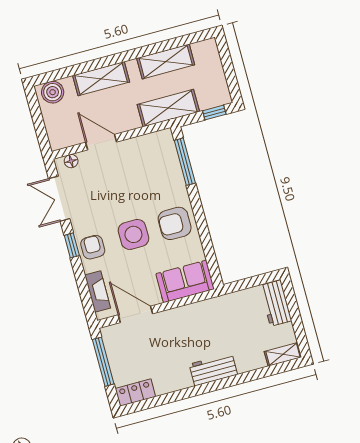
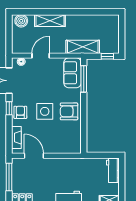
shelving: (166, 61) -> (88, 21), removed
door: (101, 142) -> (41, 56), hinge flipped
sofa: (185, 281) -> (73, 73), moved, turned -90

